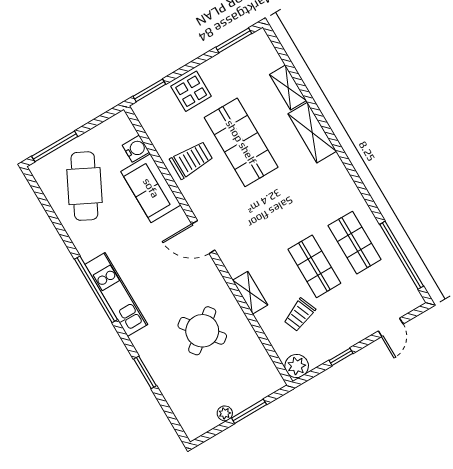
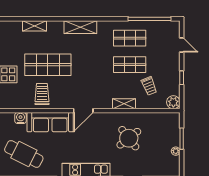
shelving: (312, 133) -> (80, 27), moved
sofa: (151, 188) -> (50, 122), width x1.36

